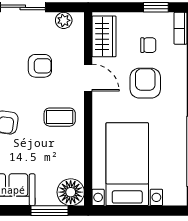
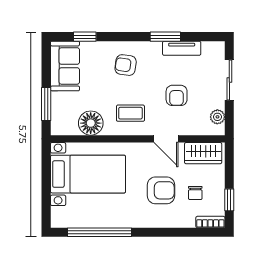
door: (88, 78) -> (166, 139), hinge flipped
coffee table: (60, 117) -> (130, 113), turned 90
floor lamp: (71, 192) -> (91, 123), moved

